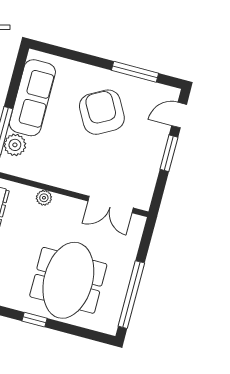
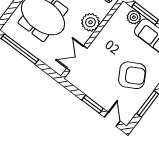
plant: (44, 198) -> (90, 22), width x1.87, depth x1.87

